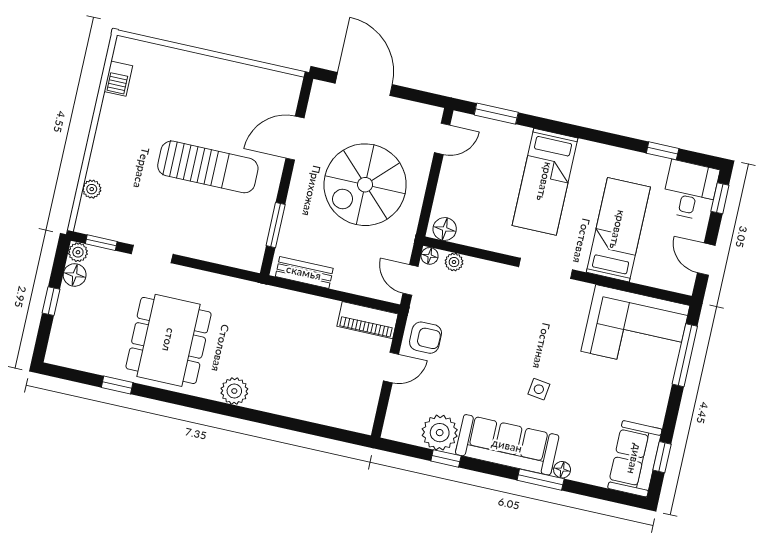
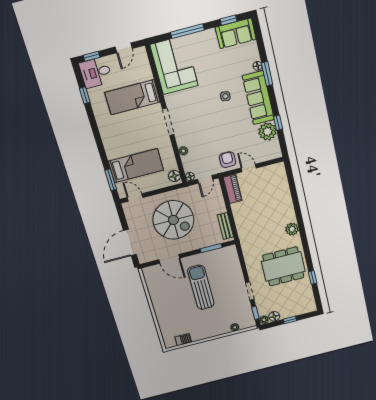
bed: (545, 182) -> (136, 166), moved
plant: (454, 262) -> (183, 151), moved
window: (685, 355) -> (187, 31), moved

